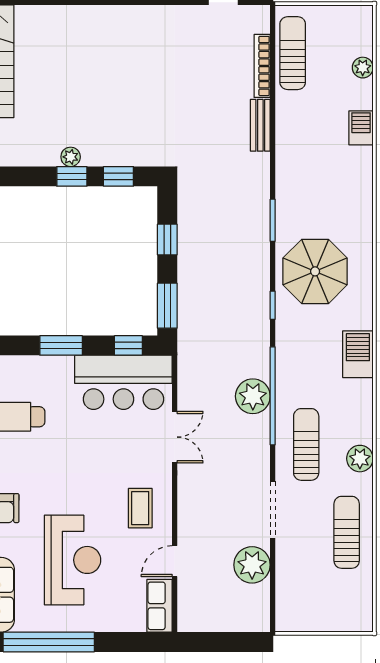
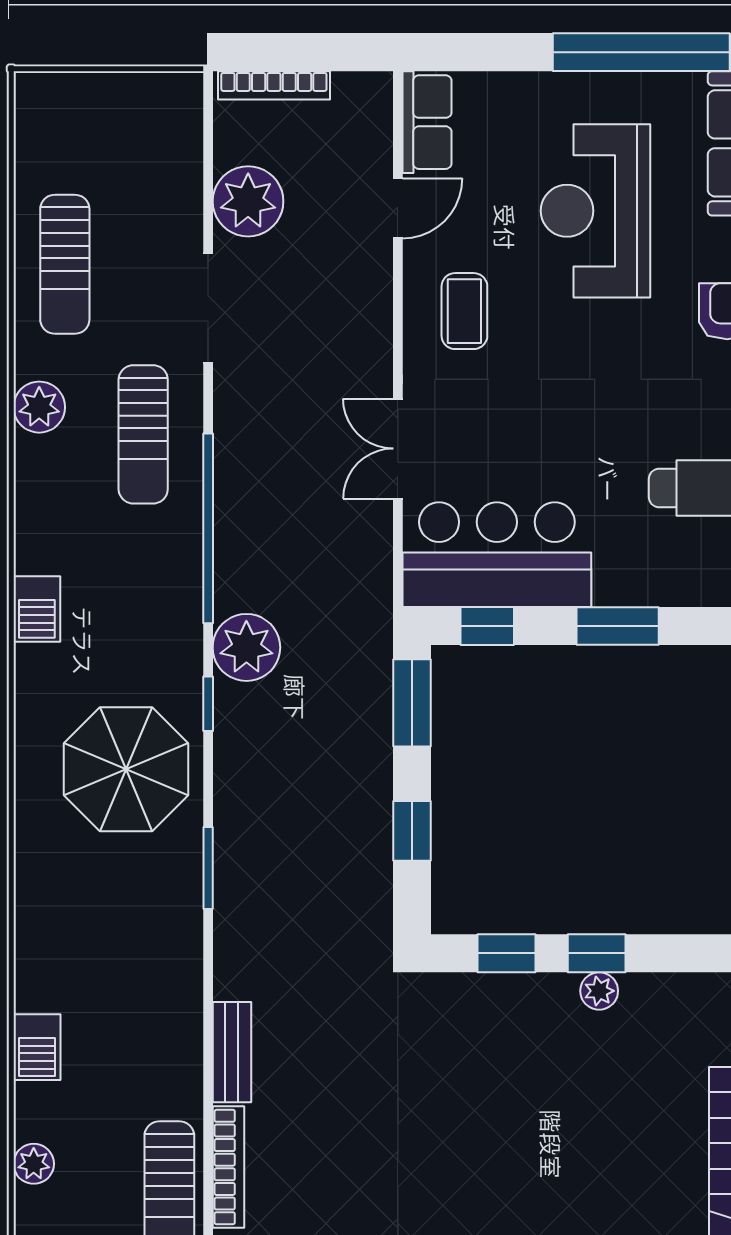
barbecue: (358, 354) -> (37, 609), width x0.73, depth x0.79
plant: (253, 396) -> (246, 647), moved
bookcase: (239, 625) -> (274, 85), added

